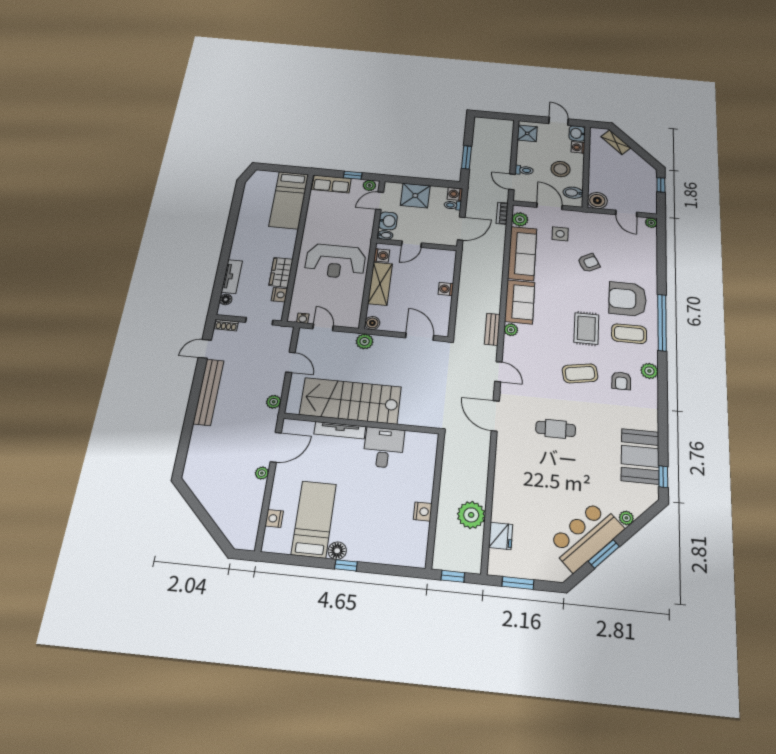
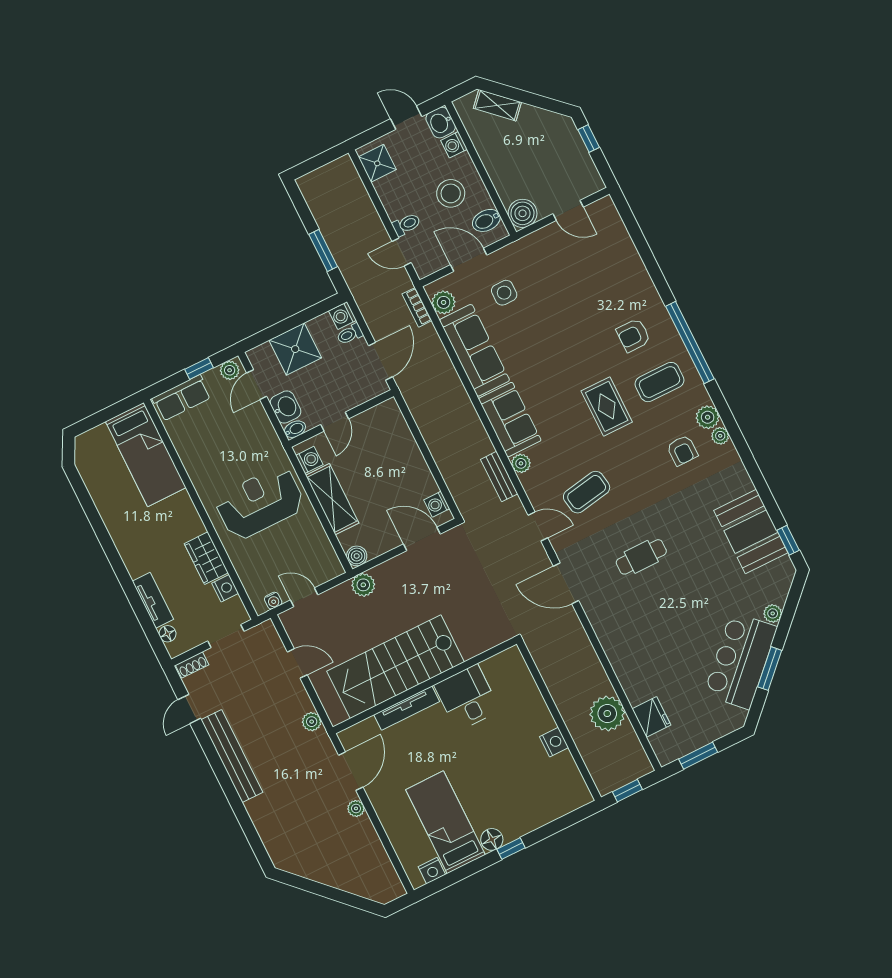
plant: (651, 223) -> (720, 436), moved
reception desk: (335, 261) -> (260, 503), turned 180
armchair: (589, 263) -> (561, 313), removed
washing machine: (446, 289) -> (437, 504), moved
armchair: (628, 299) -> (633, 335), width x0.53, depth x0.53
coffee table: (580, 373) -> (587, 492), moved
nightstand: (274, 518) -> (432, 871), moved, turned -90

